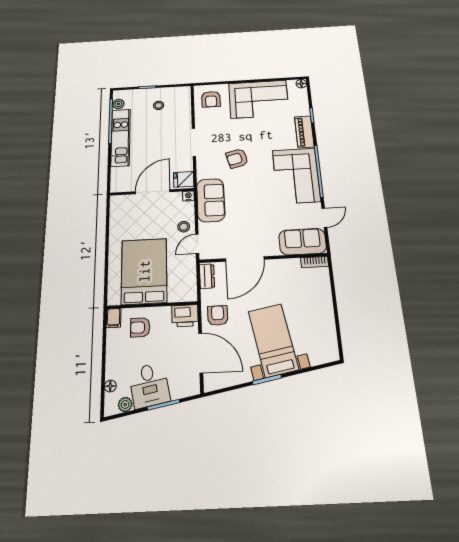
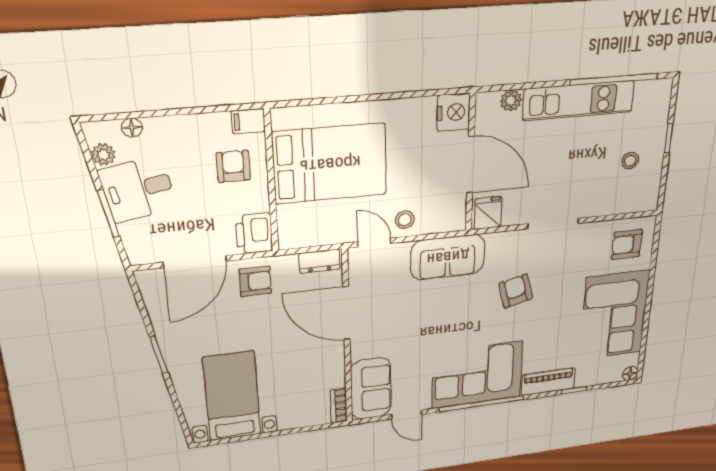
plant: (118, 104) -> (511, 101), moved
nightstand: (188, 196) -> (454, 112), moved, width x1.89, depth x1.79
bed with nightstands: (273, 340) -> (232, 396), moved, turned -79

